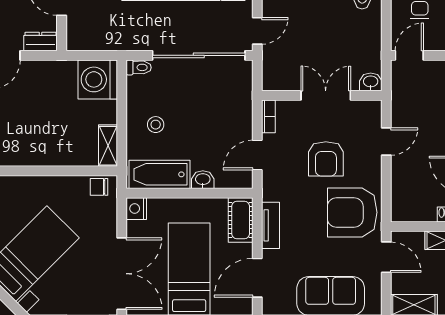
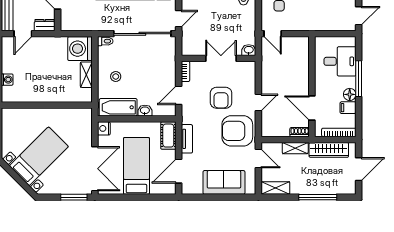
door: (409, 55) -> (273, 34), swing flipped
door: (386, 142) -> (258, 103), moved
shelving: (108, 146) -> (86, 75), moved
chair: (99, 187) -> (81, 115), removed

